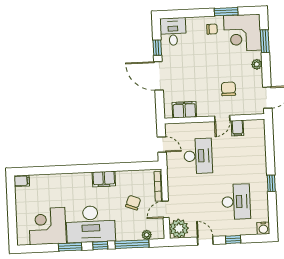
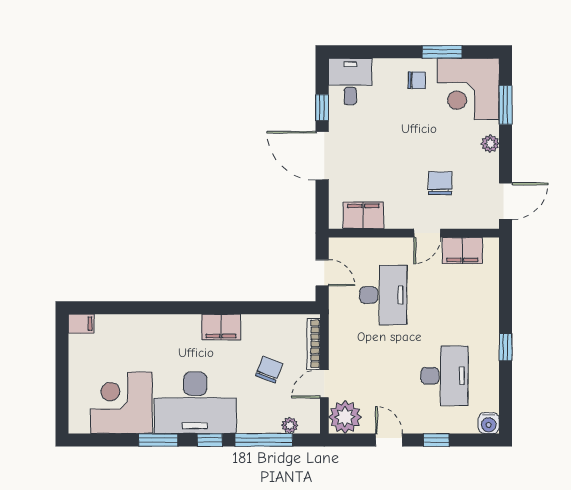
filing cabinet: (237, 128) -> (462, 251), width x2.00

